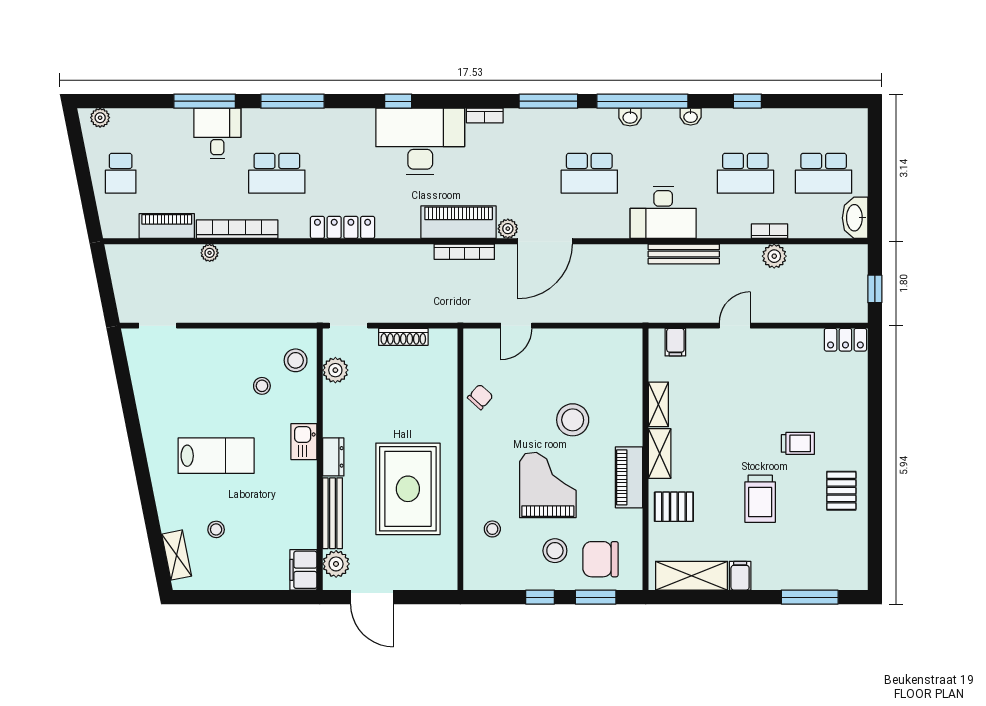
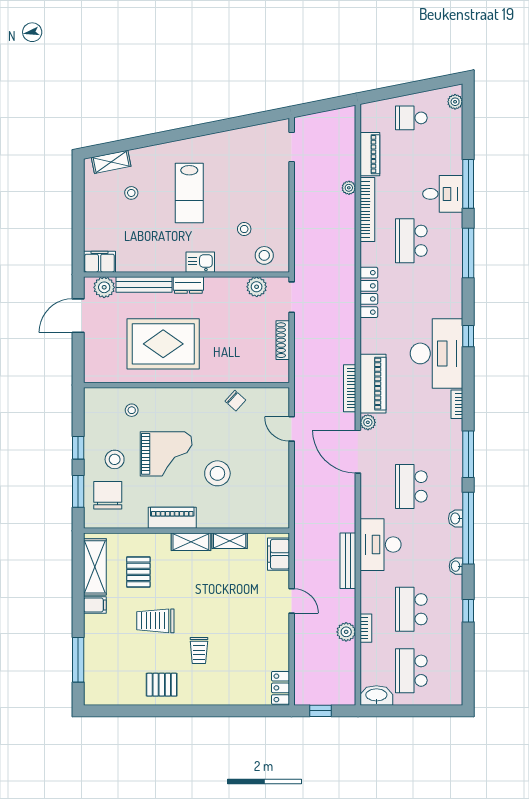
filing cabinet: (675, 342) -> (279, 554), width x2.00
pallet: (674, 507) -> (138, 572), moved

